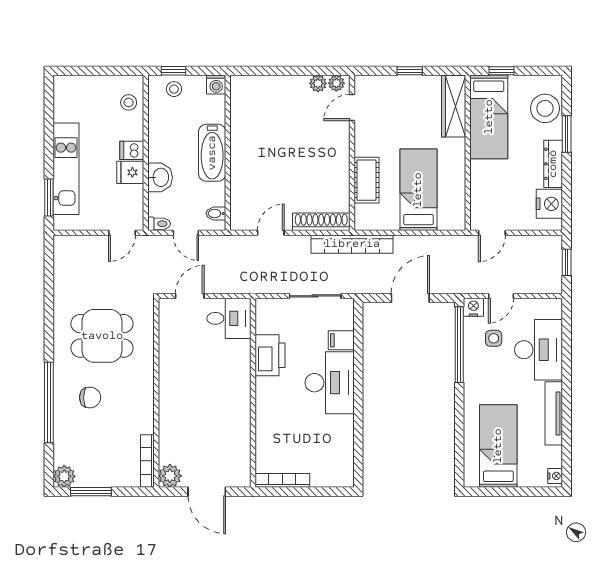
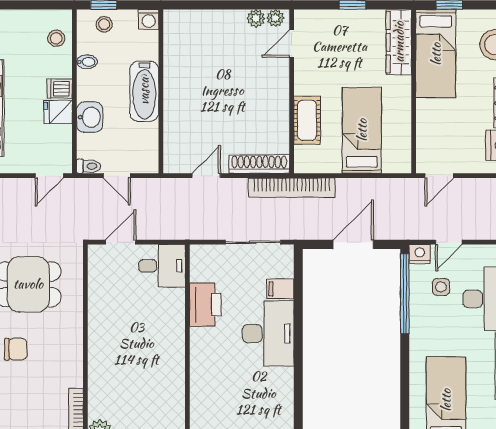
bidet: (216, 213) -> (87, 62), moved, turned 180

